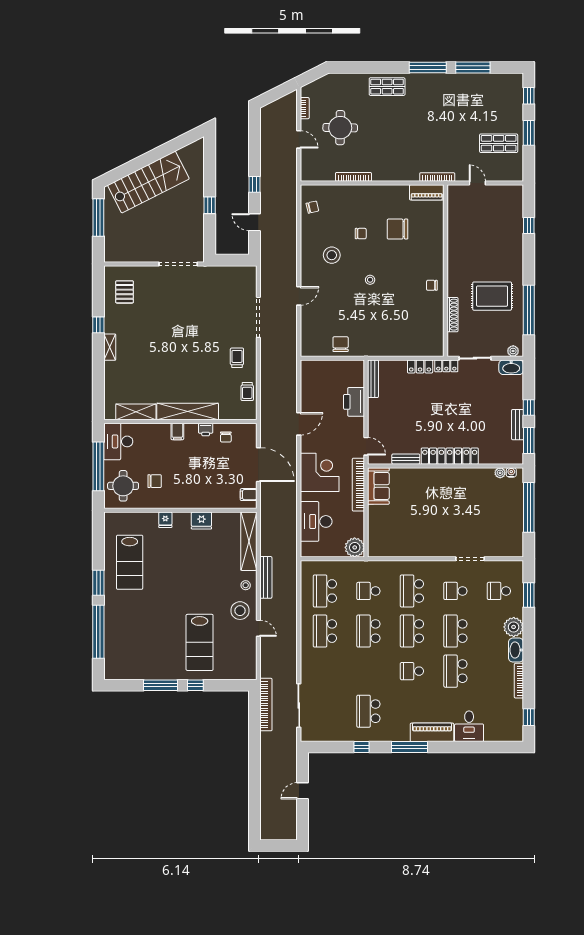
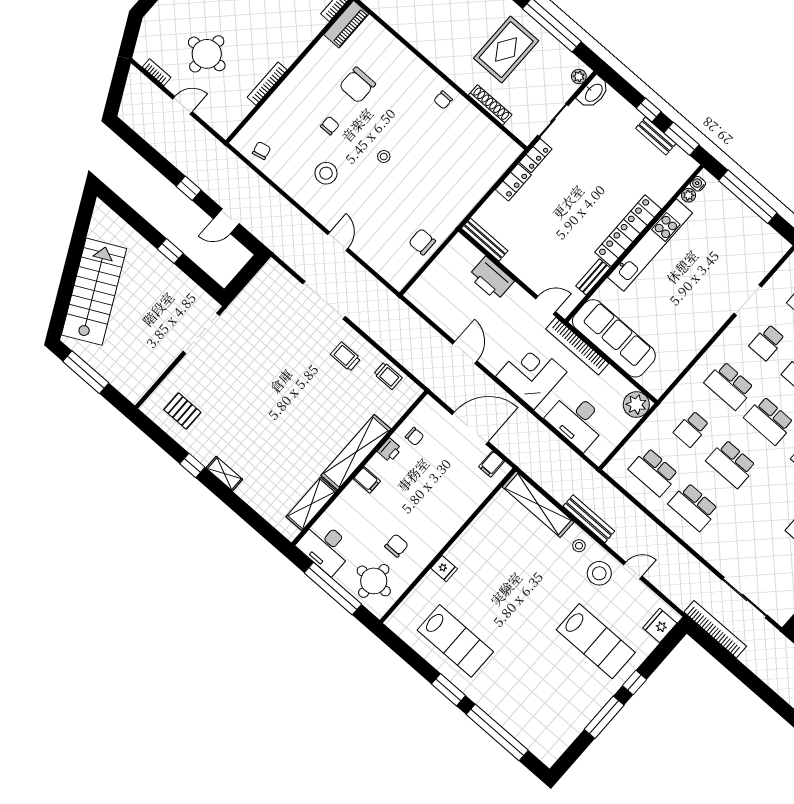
kitchen unit: (452, 476) -> (650, 245), added
sofa: (378, 486) -> (614, 338), width x1.85, depth x1.27
fridge: (201, 521) -> (660, 626), moved, turned 180

